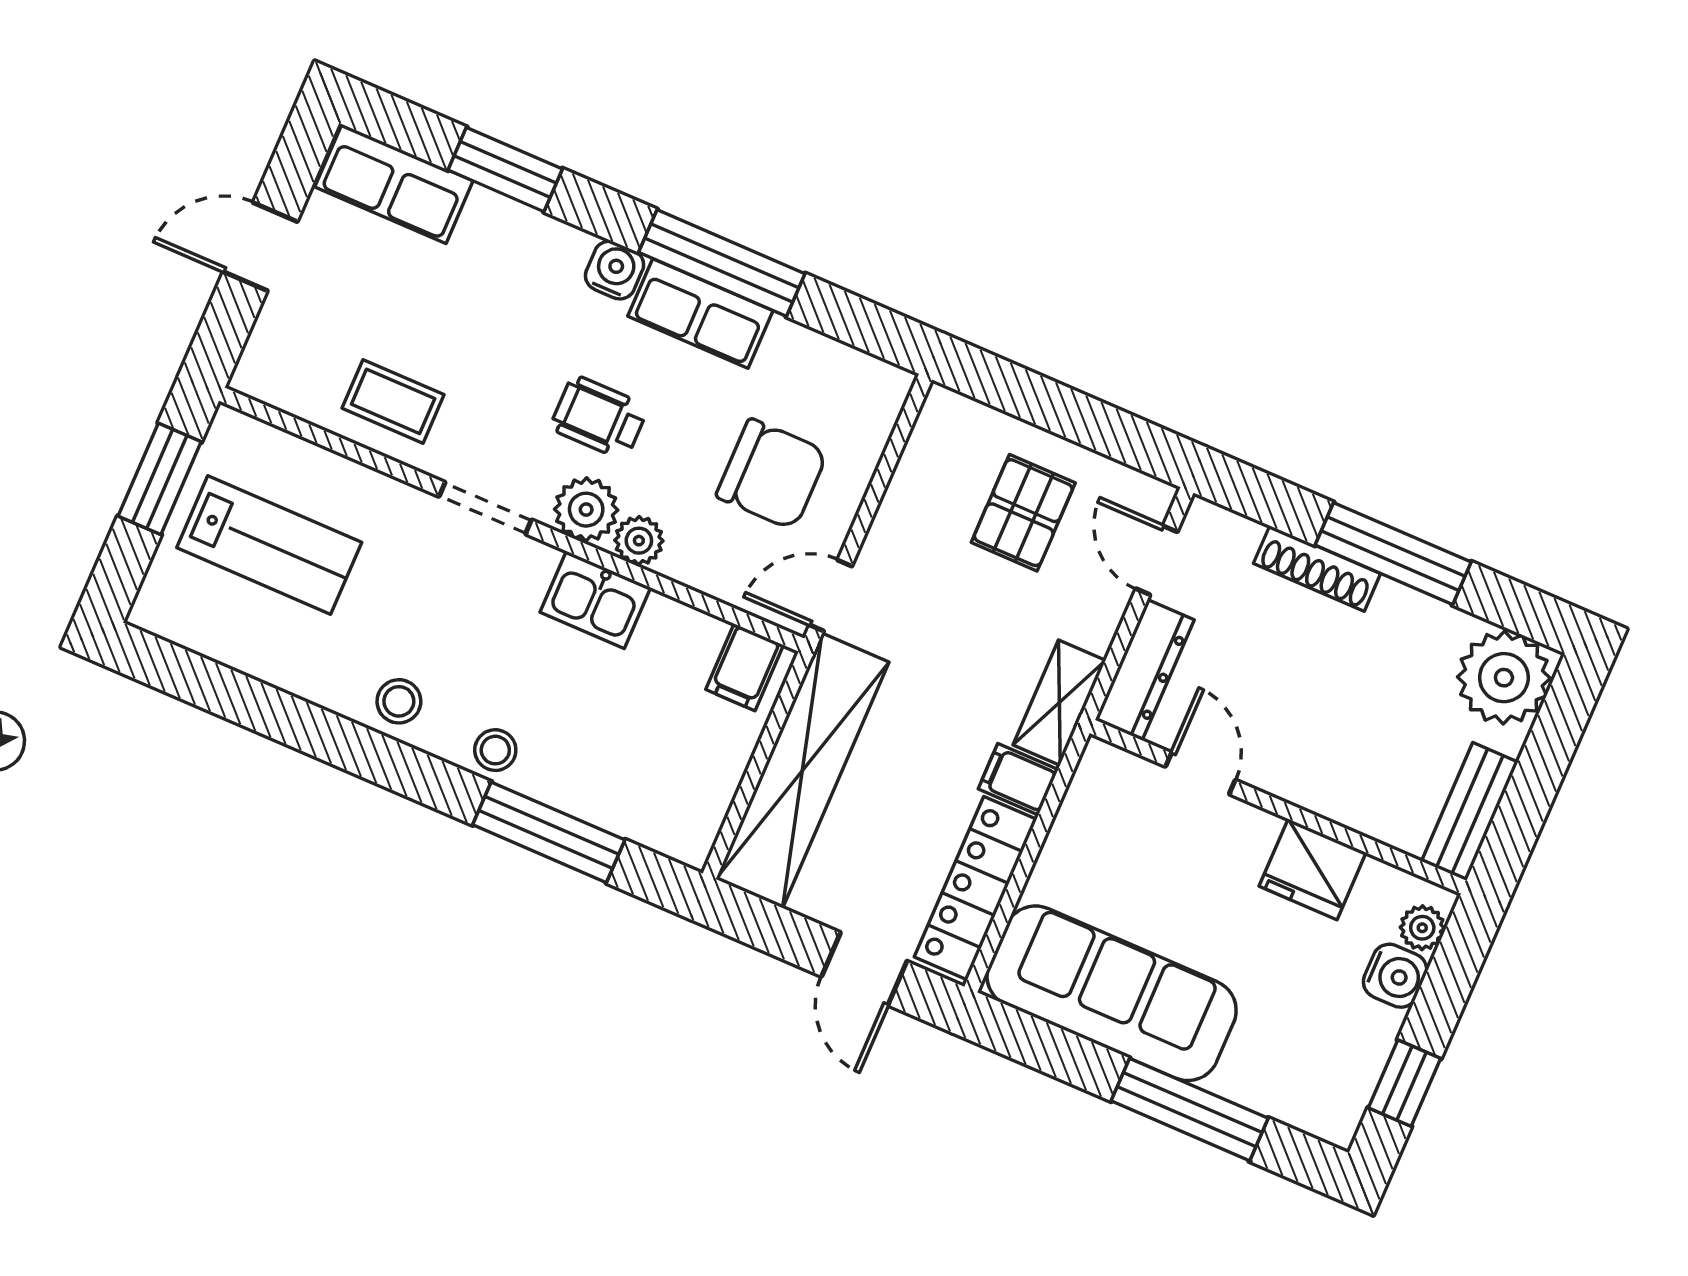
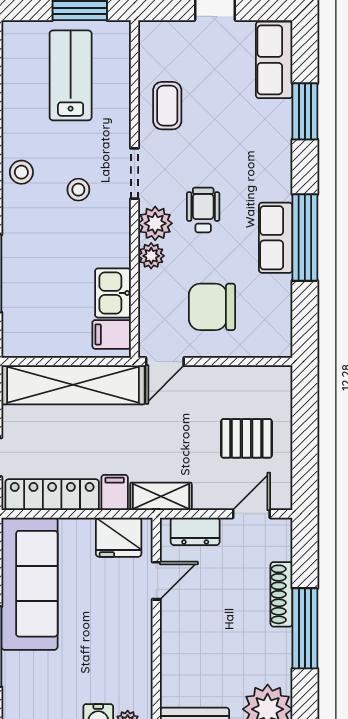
water cooler: (615, 270) -> (279, 186), removed
chair: (772, 474) -> (212, 307), turned 90
lab bench: (269, 545) -> (71, 75), turned 180
door: (831, 596) -> (165, 362), swing flipped
kitchen sink: (595, 600) -> (113, 293), moved
dresser: (1145, 670) -> (195, 531), width x0.70
stool: (495, 750) -> (78, 190), moved
fridge: (1313, 869) -> (119, 537), moved, turned -90

